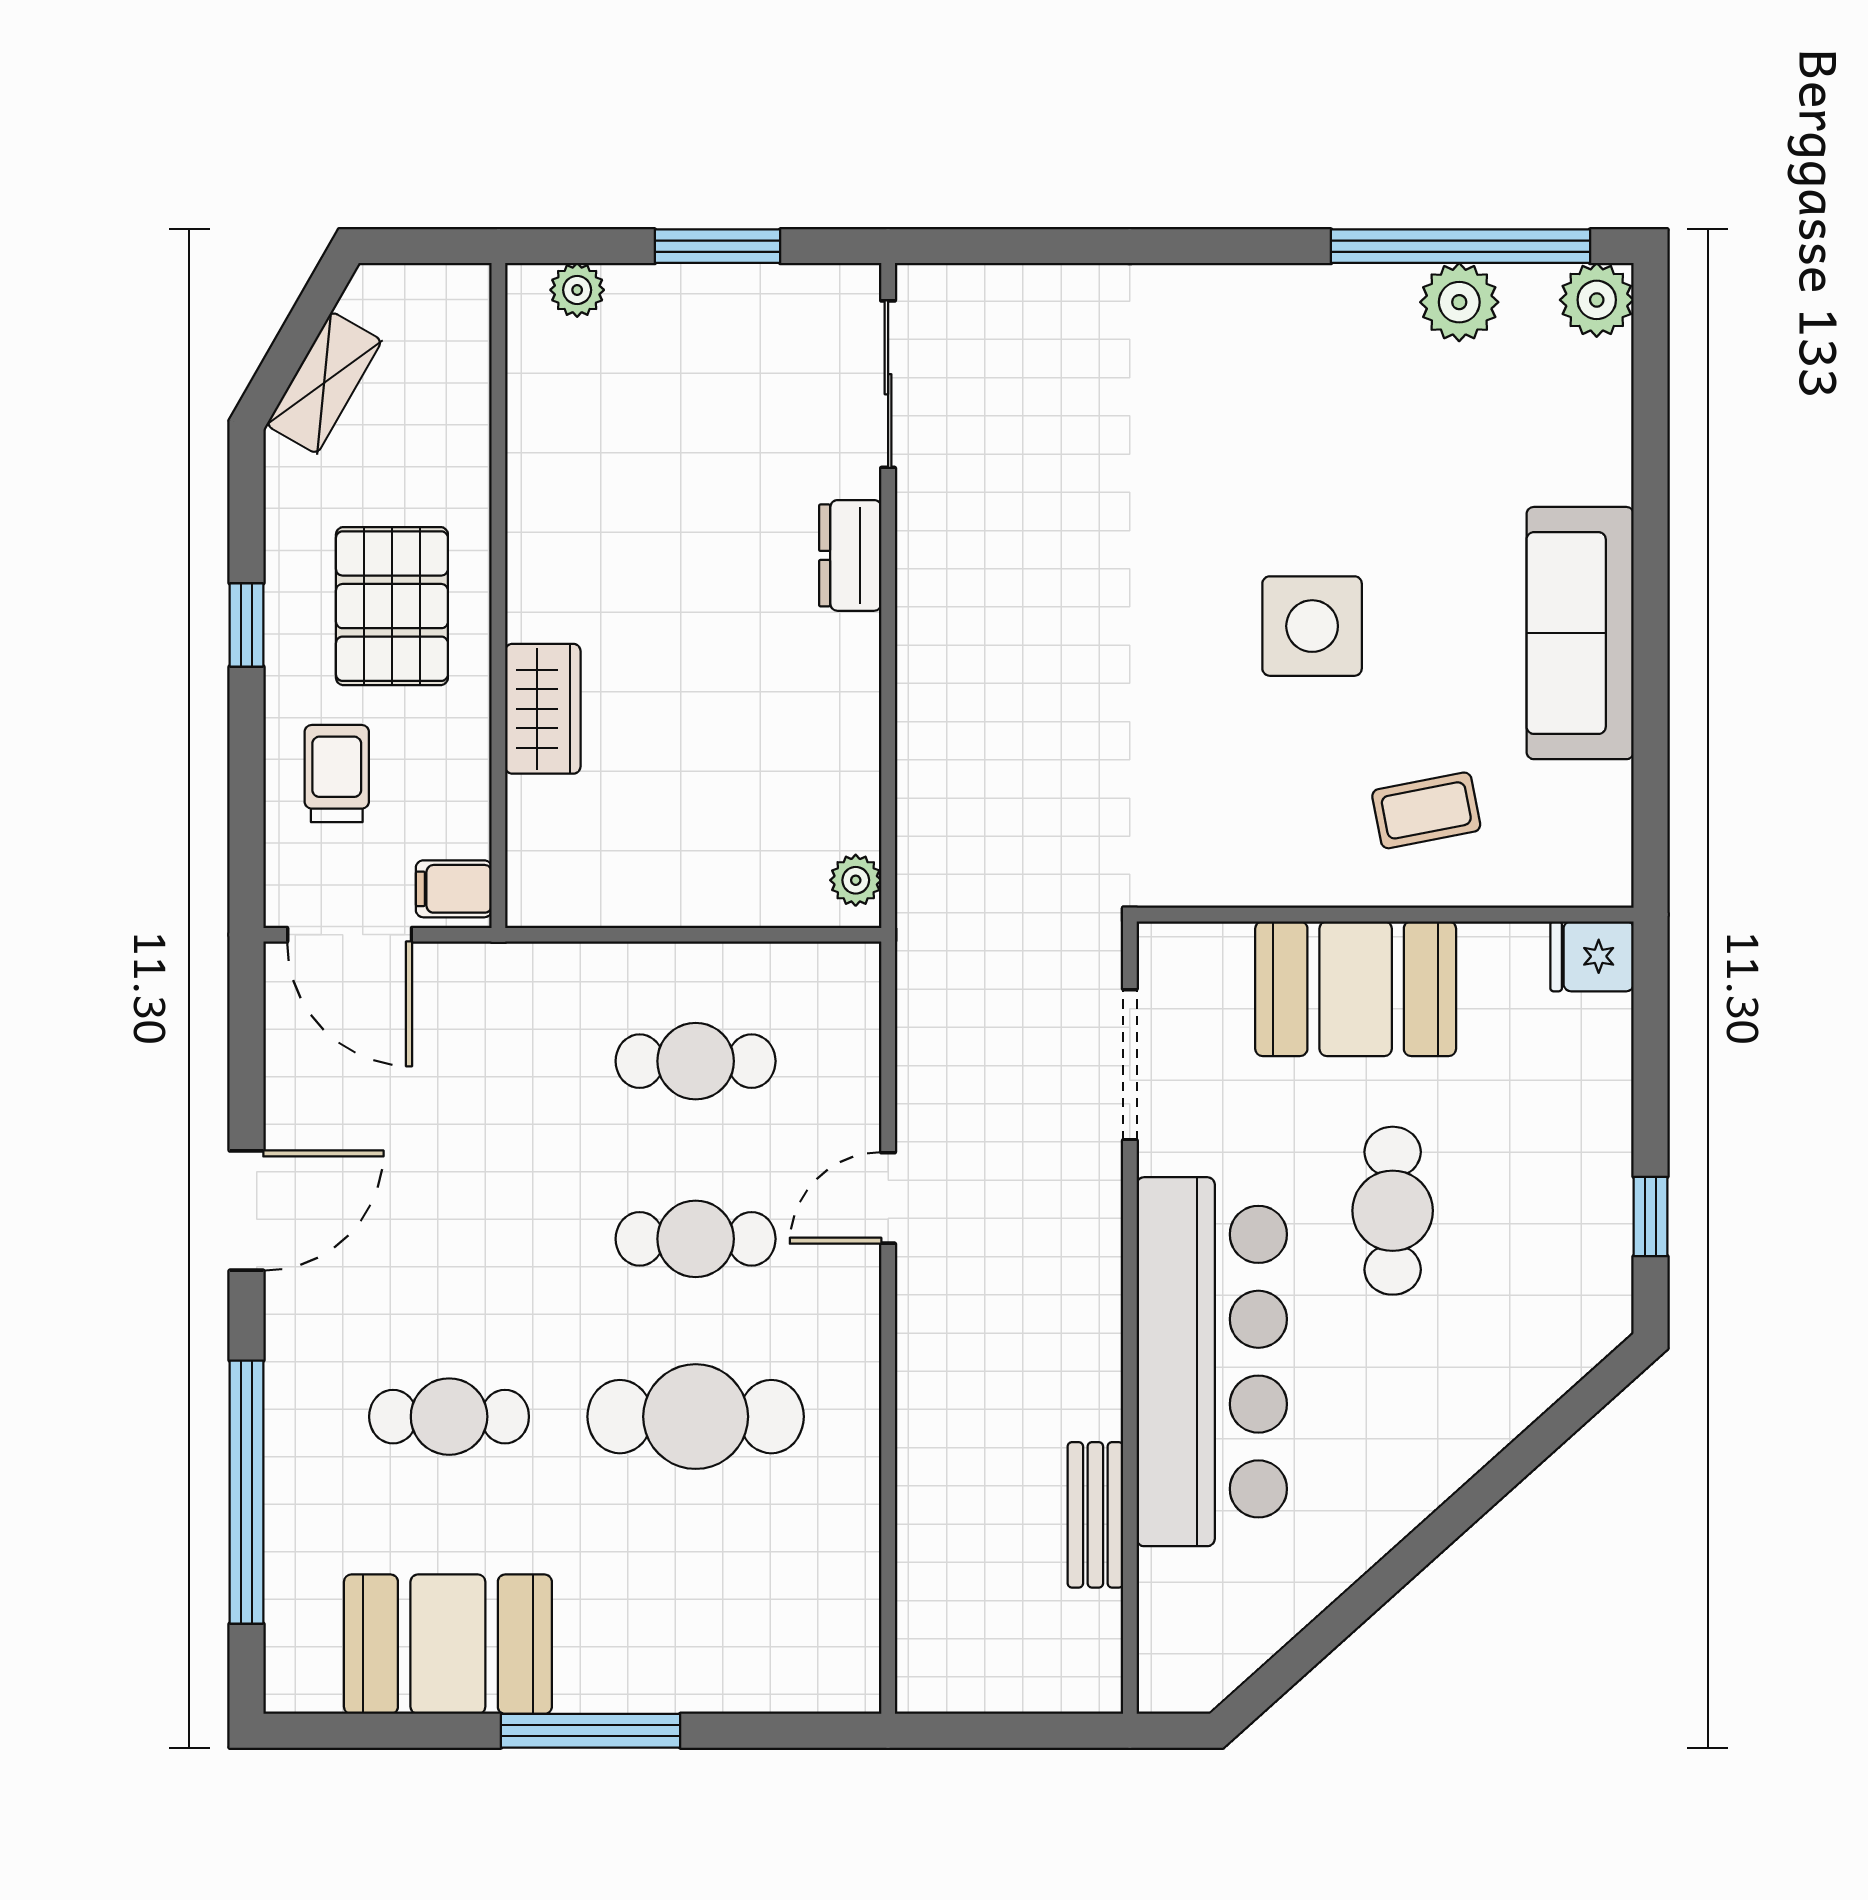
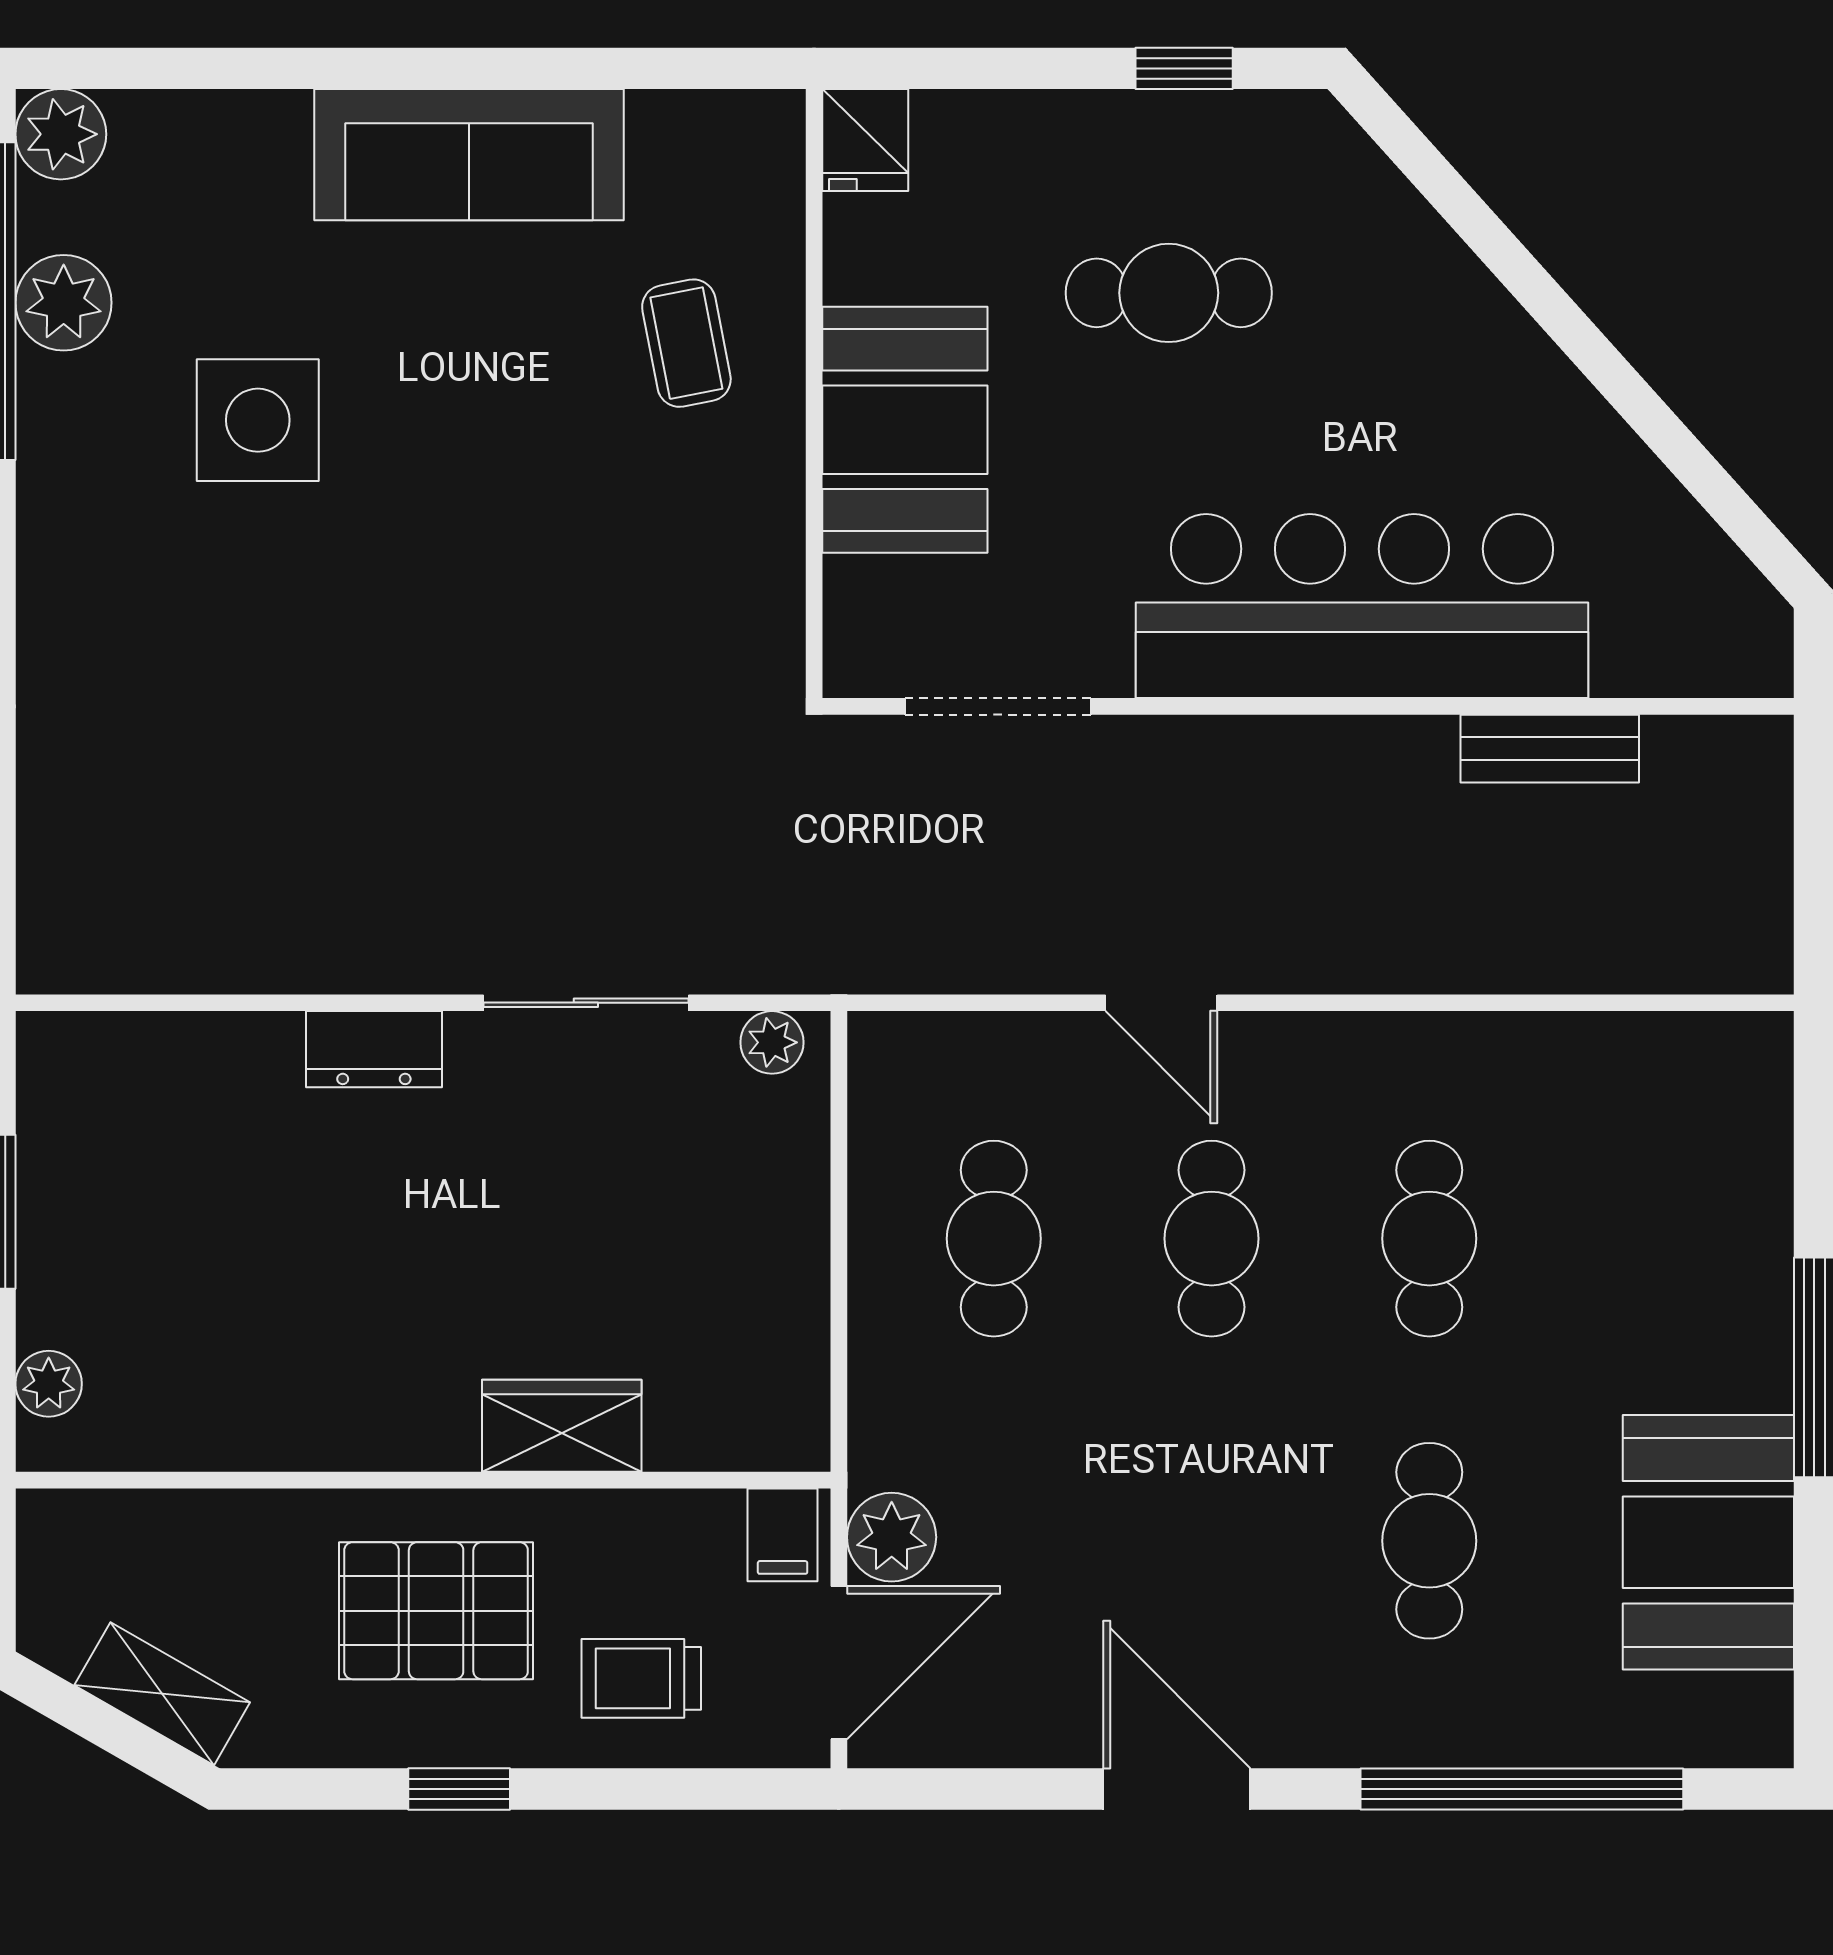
sliding door: (888, 384) -> (586, 1003), moved
side table: (1312, 626) -> (258, 420), moved
plant: (452, 978) -> (892, 1537), added
cafe table: (1393, 1211) -> (1169, 293), moved
cafe table: (696, 1417) -> (1429, 1239), width x0.73, depth x0.74

